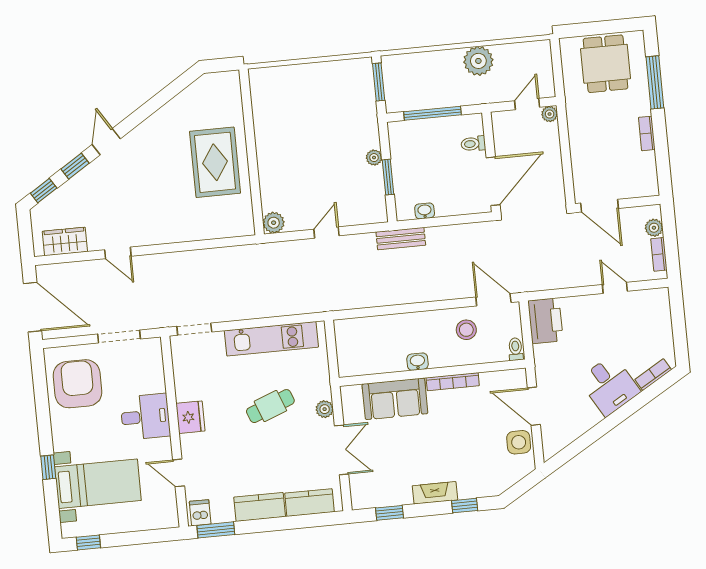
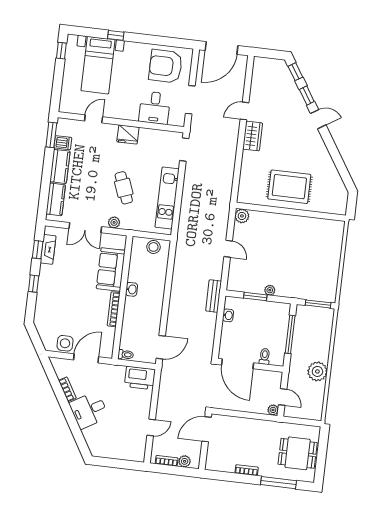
wardrobe: (65, 241) -> (253, 136), moved
stool: (466, 330) -> (153, 247), moved
bookcase: (653, 375) -> (67, 389), moved
armchair: (77, 384) -> (166, 66), turned 180
desk: (145, 417) -> (155, 108), moved
fireplace: (435, 493) -> (48, 249), moved
window: (465, 506) -> (34, 284), moved
dishwasher: (200, 513) -> (63, 143), moved

